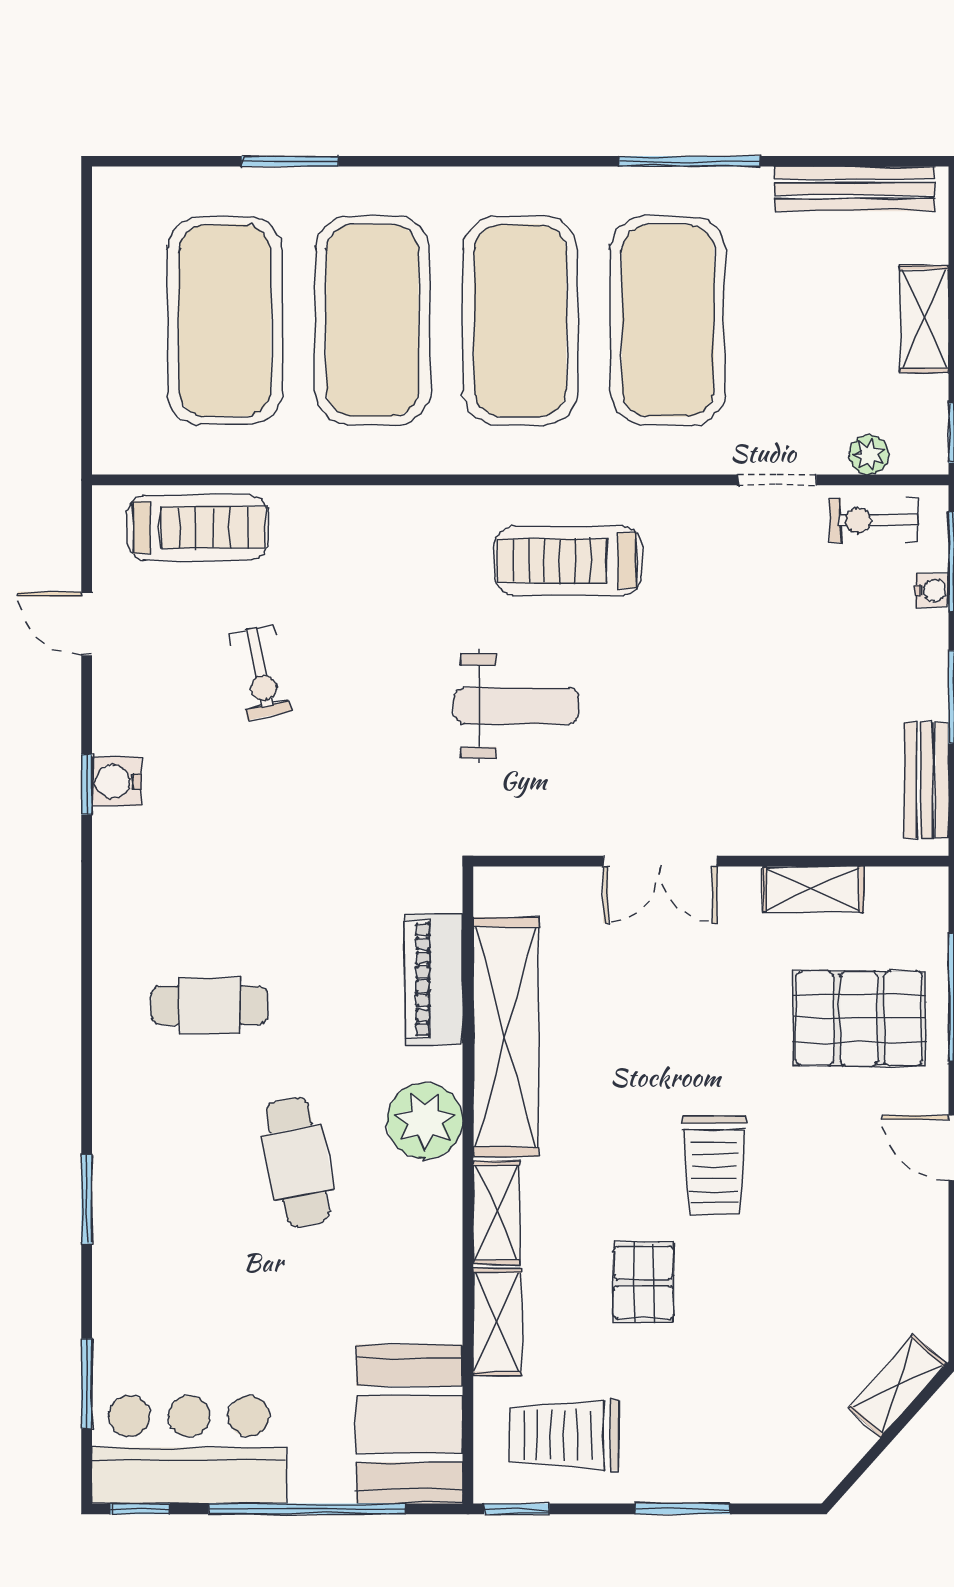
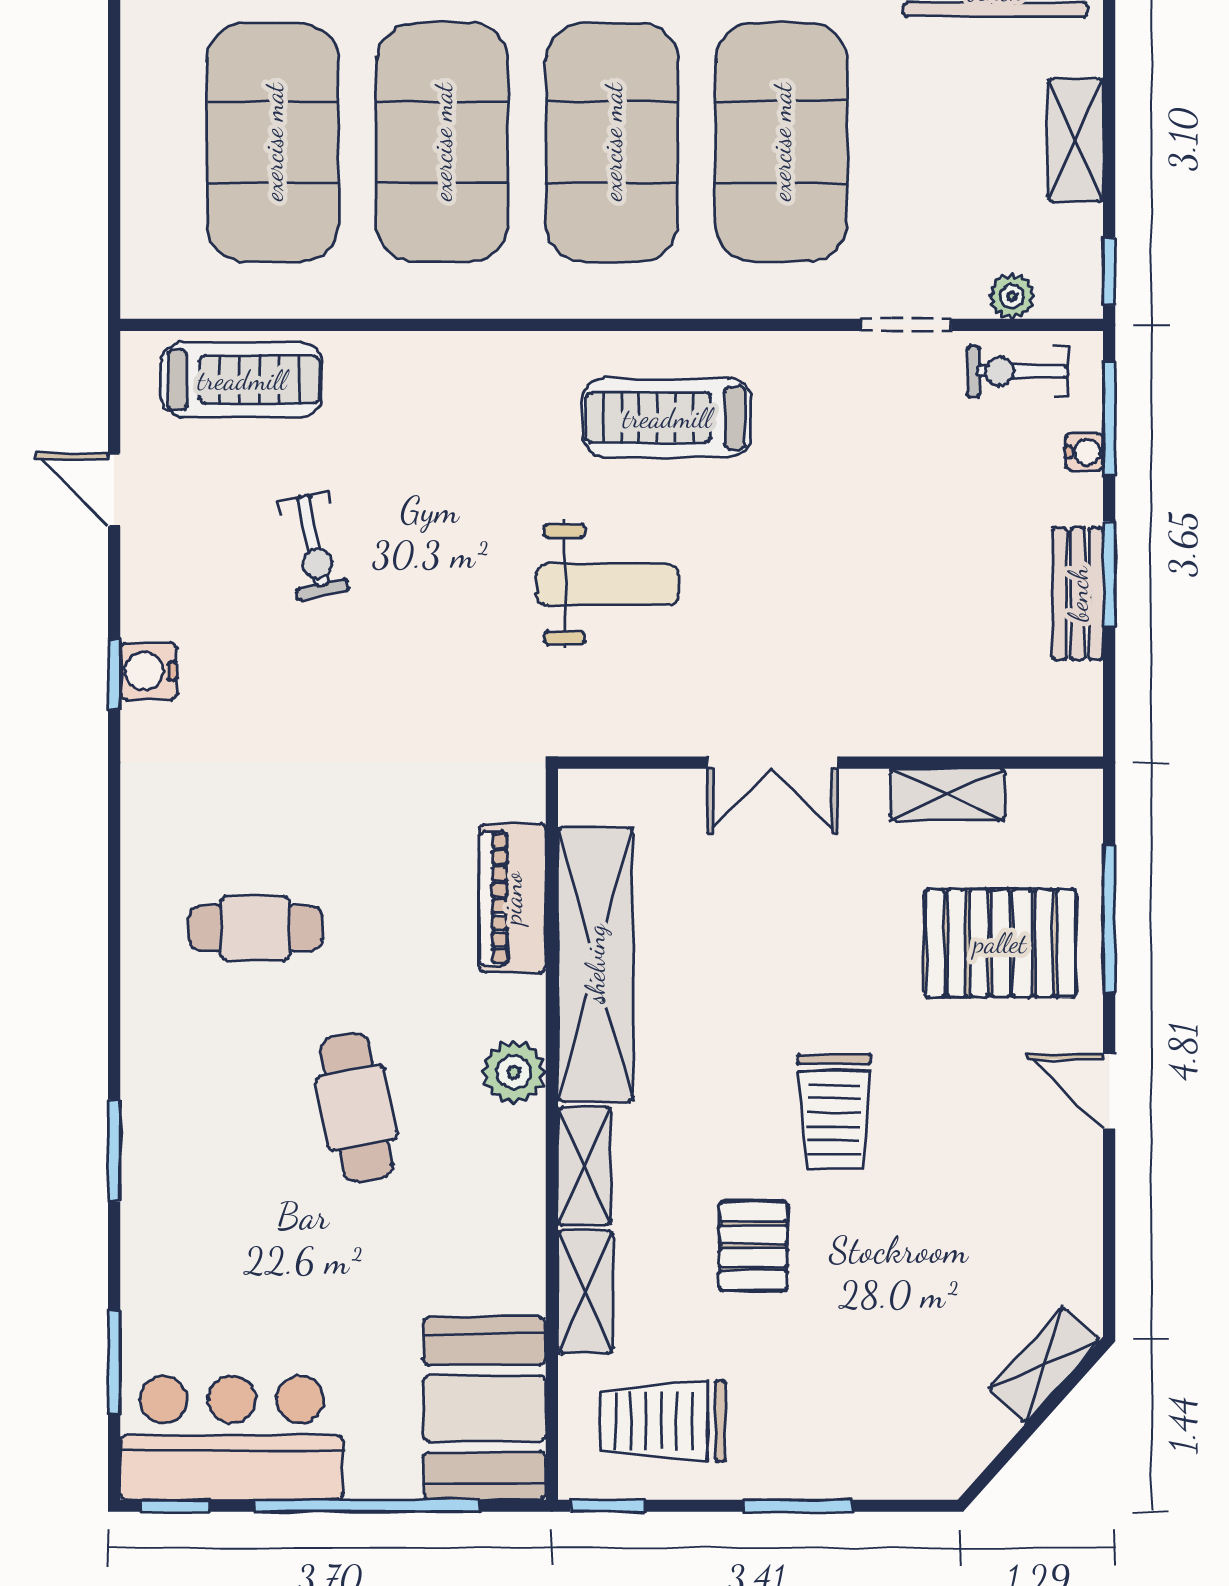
bench: (926, 780) -> (1078, 594), moved
plant: (425, 1121) -> (514, 1072), width x0.73, depth x0.73

